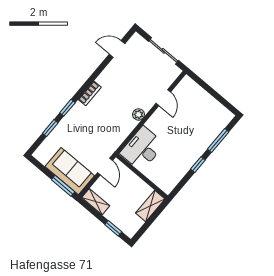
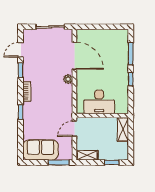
door: (163, 98) -> (74, 56), width x1.87
window: (50, 128) -> (21, 70), moved
desk: (142, 149) -> (99, 102), moved, turned -90
door: (105, 167) -> (74, 129), swing flipped
sofa: (70, 171) -> (41, 150), moved

